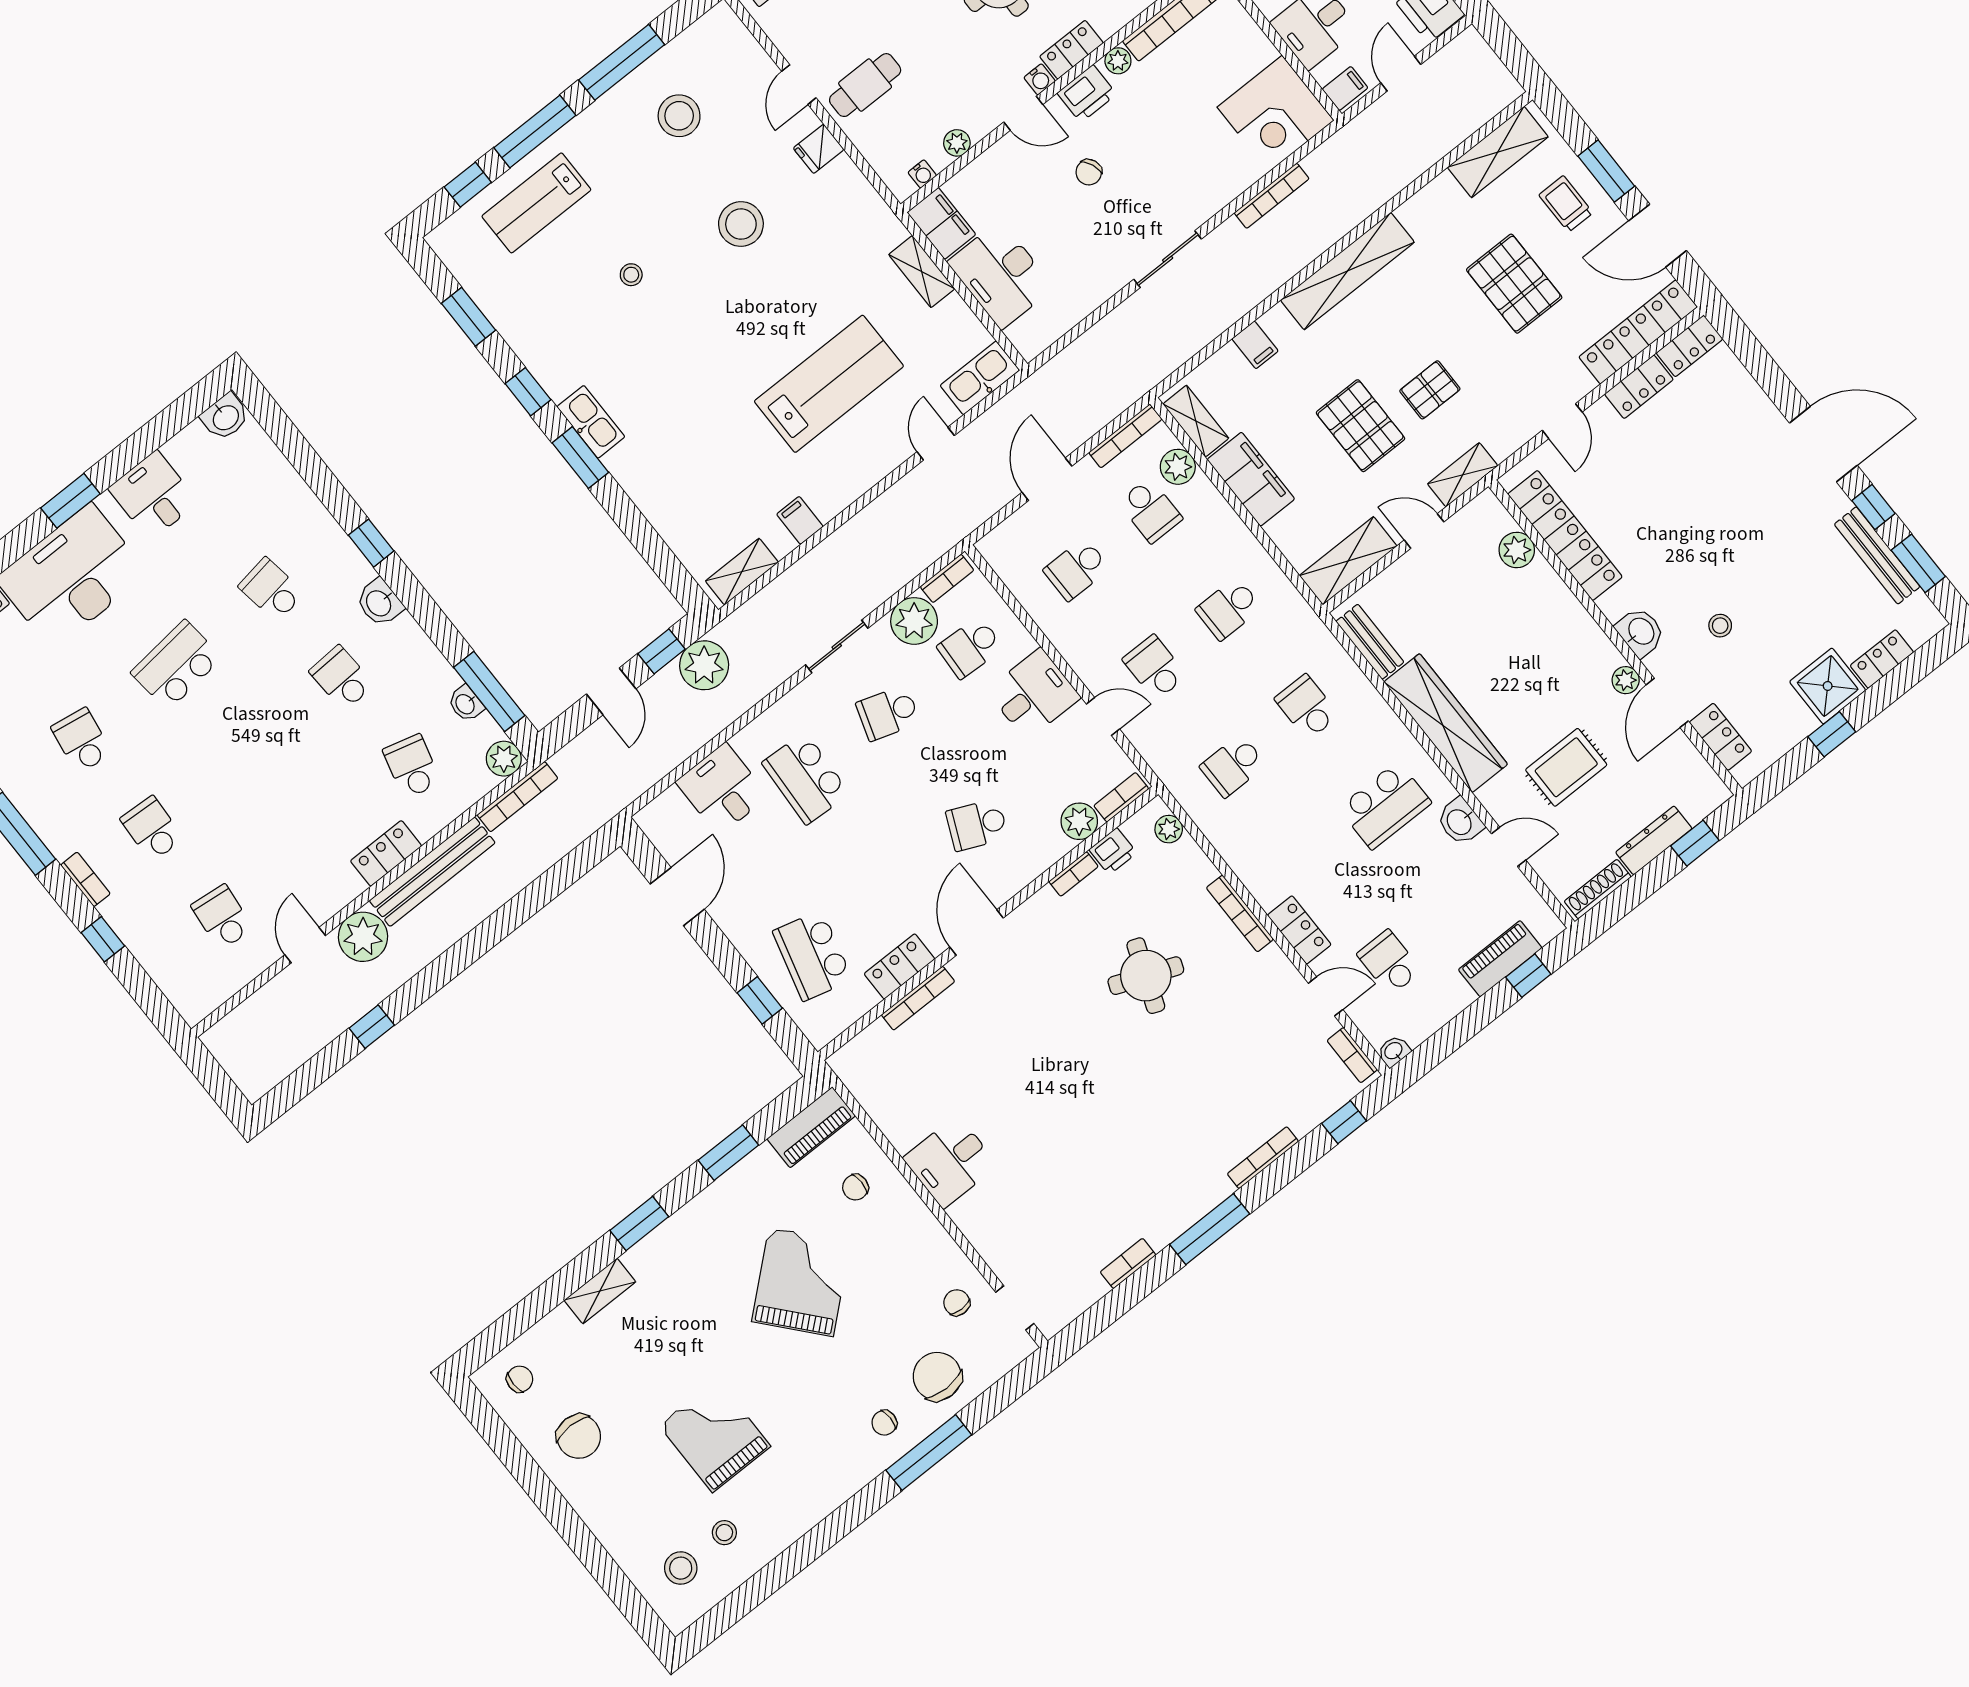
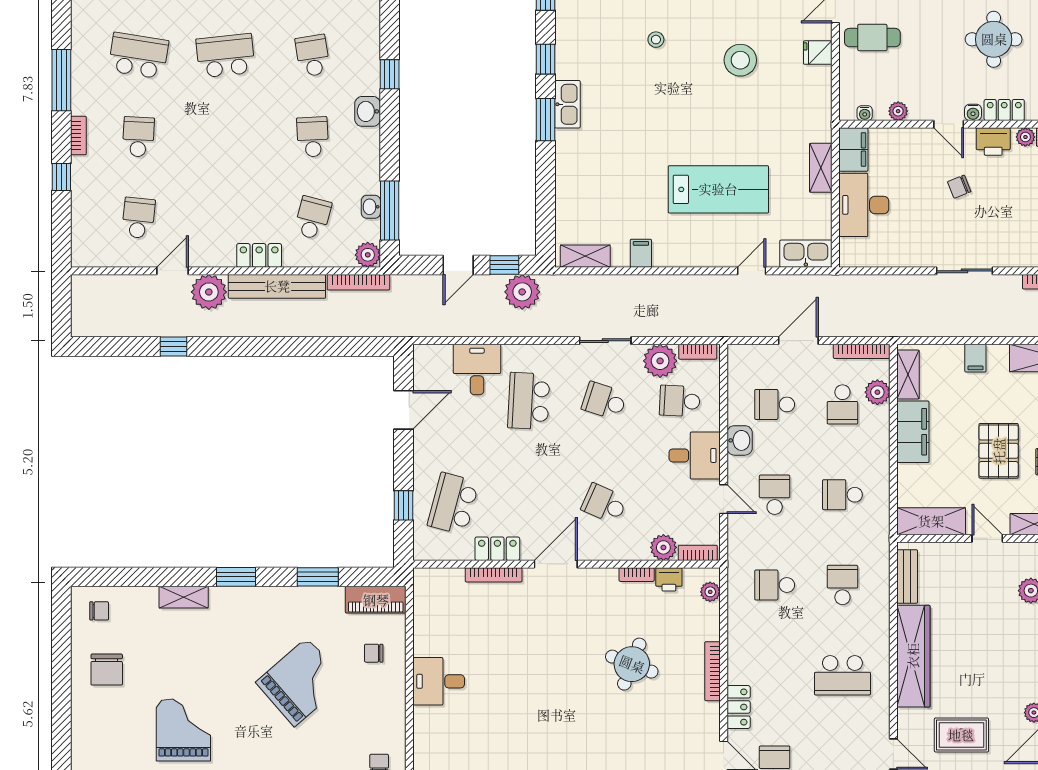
school desk: (82, 740) -> (138, 56), width x1.85
washbasin: (1460, 822) -> (740, 440), moved, turned 180

